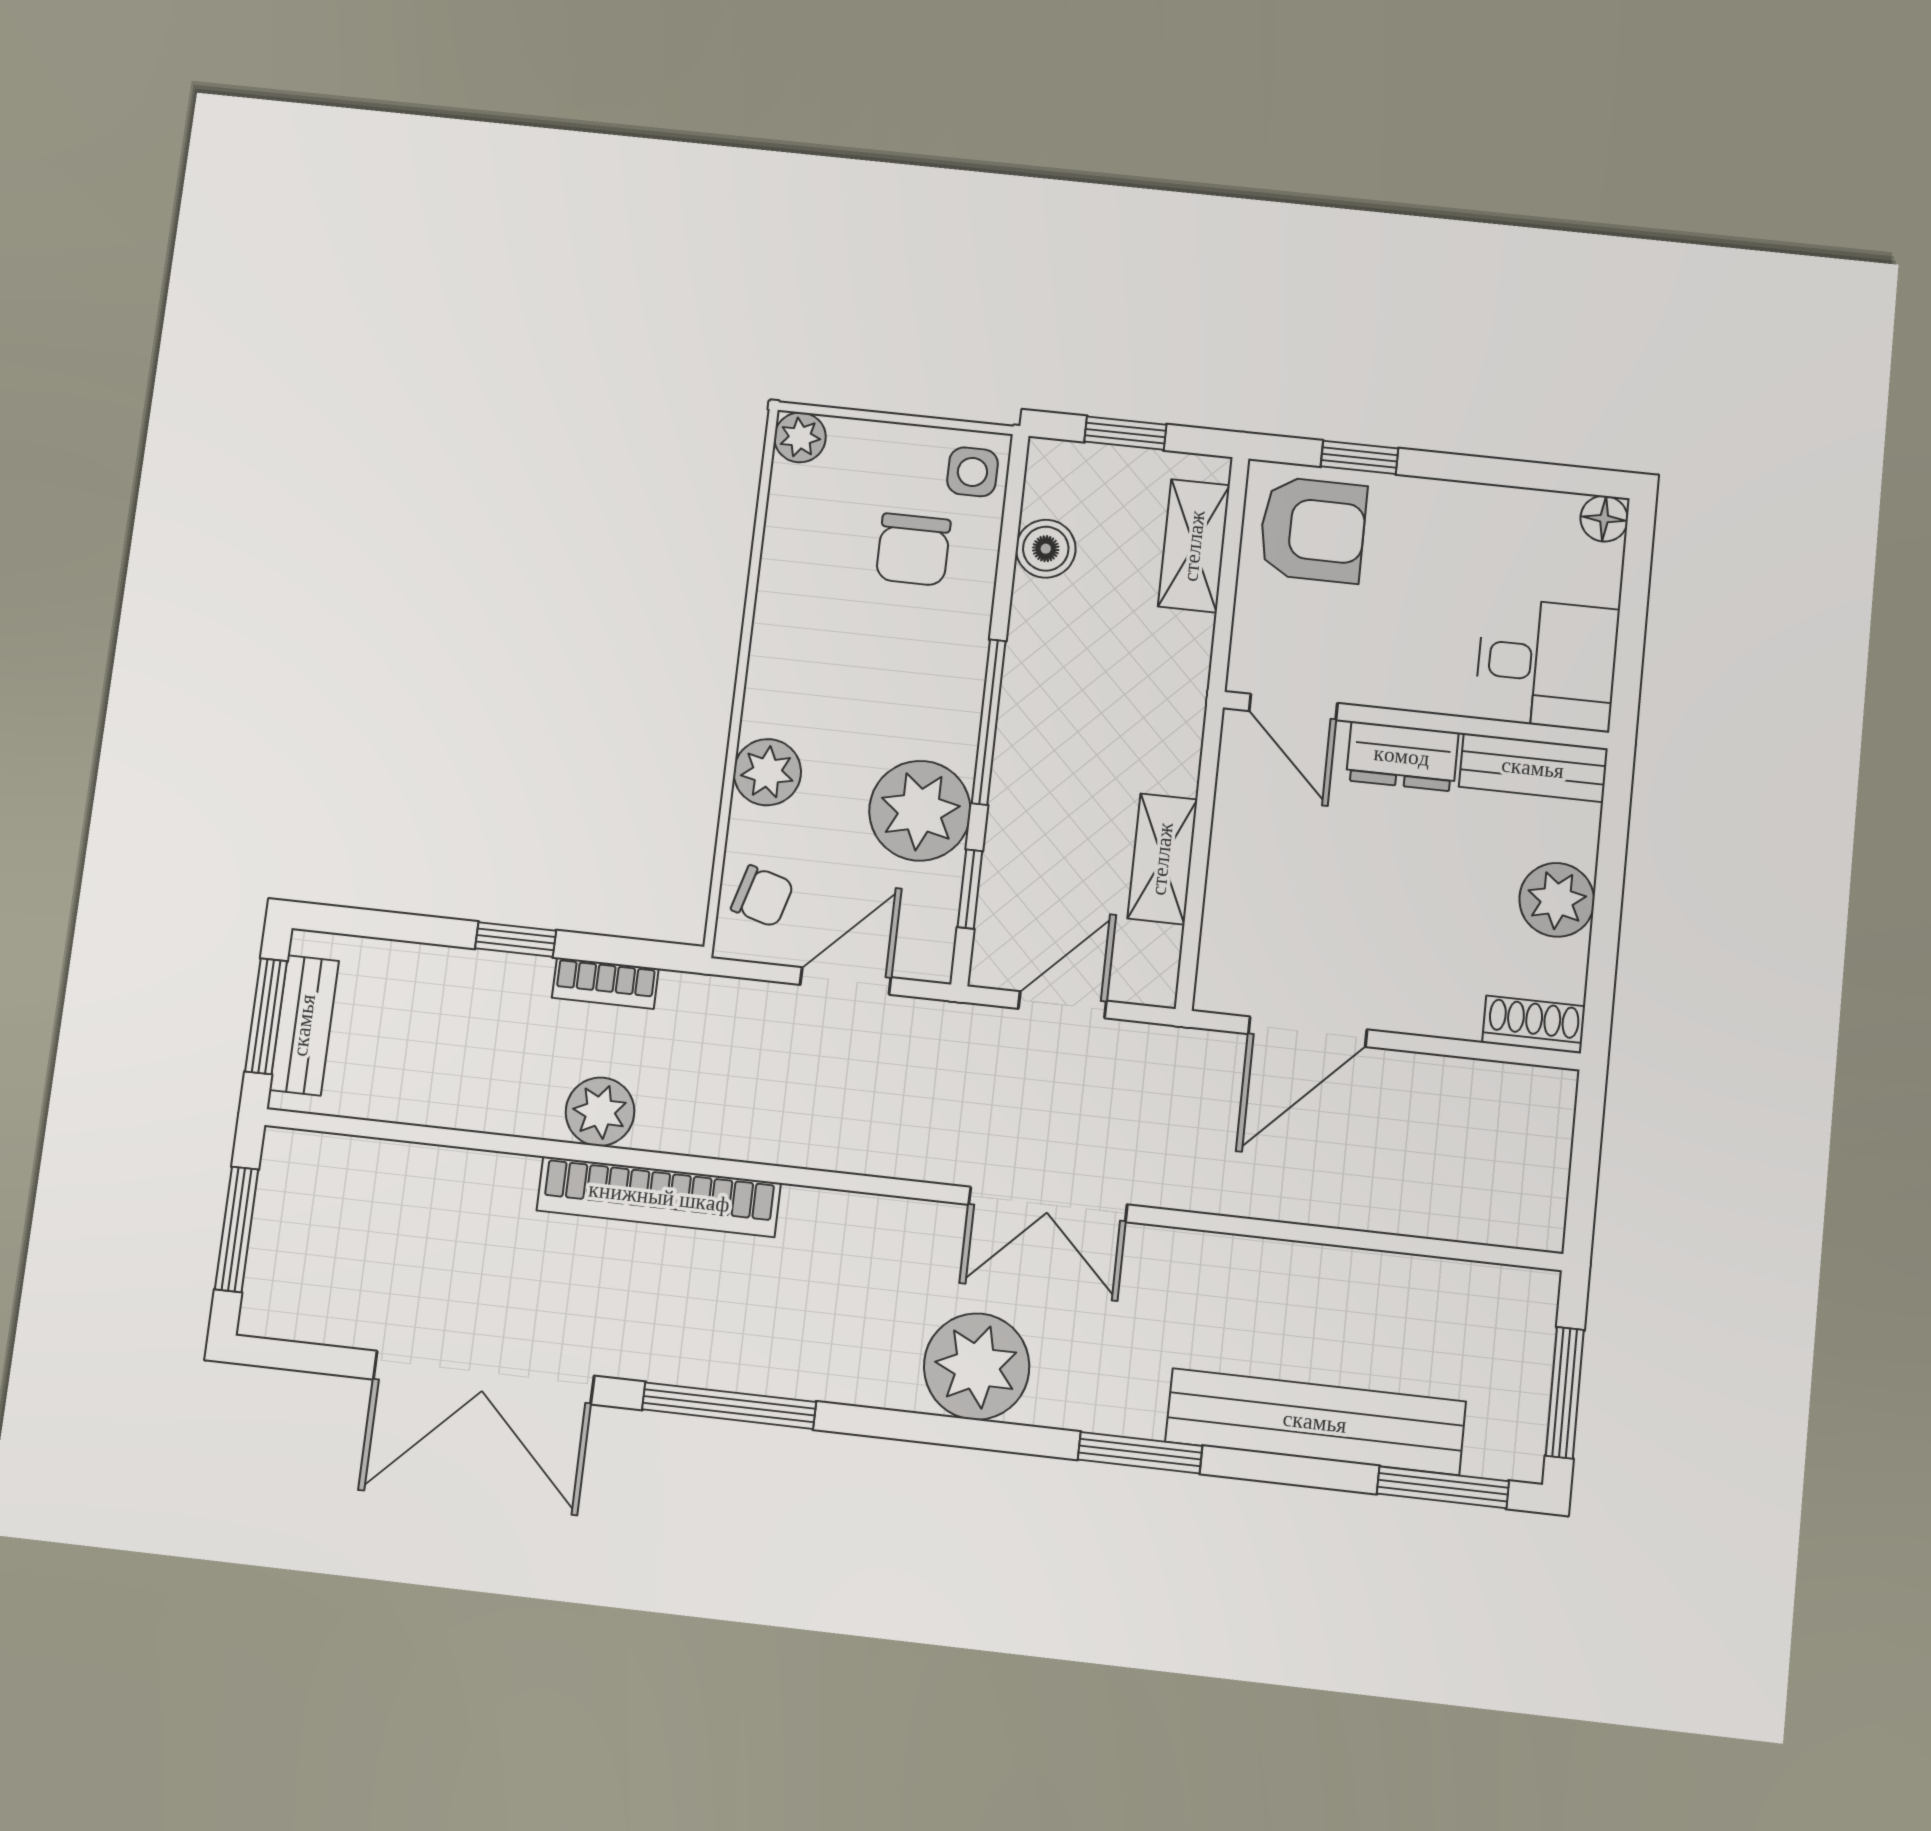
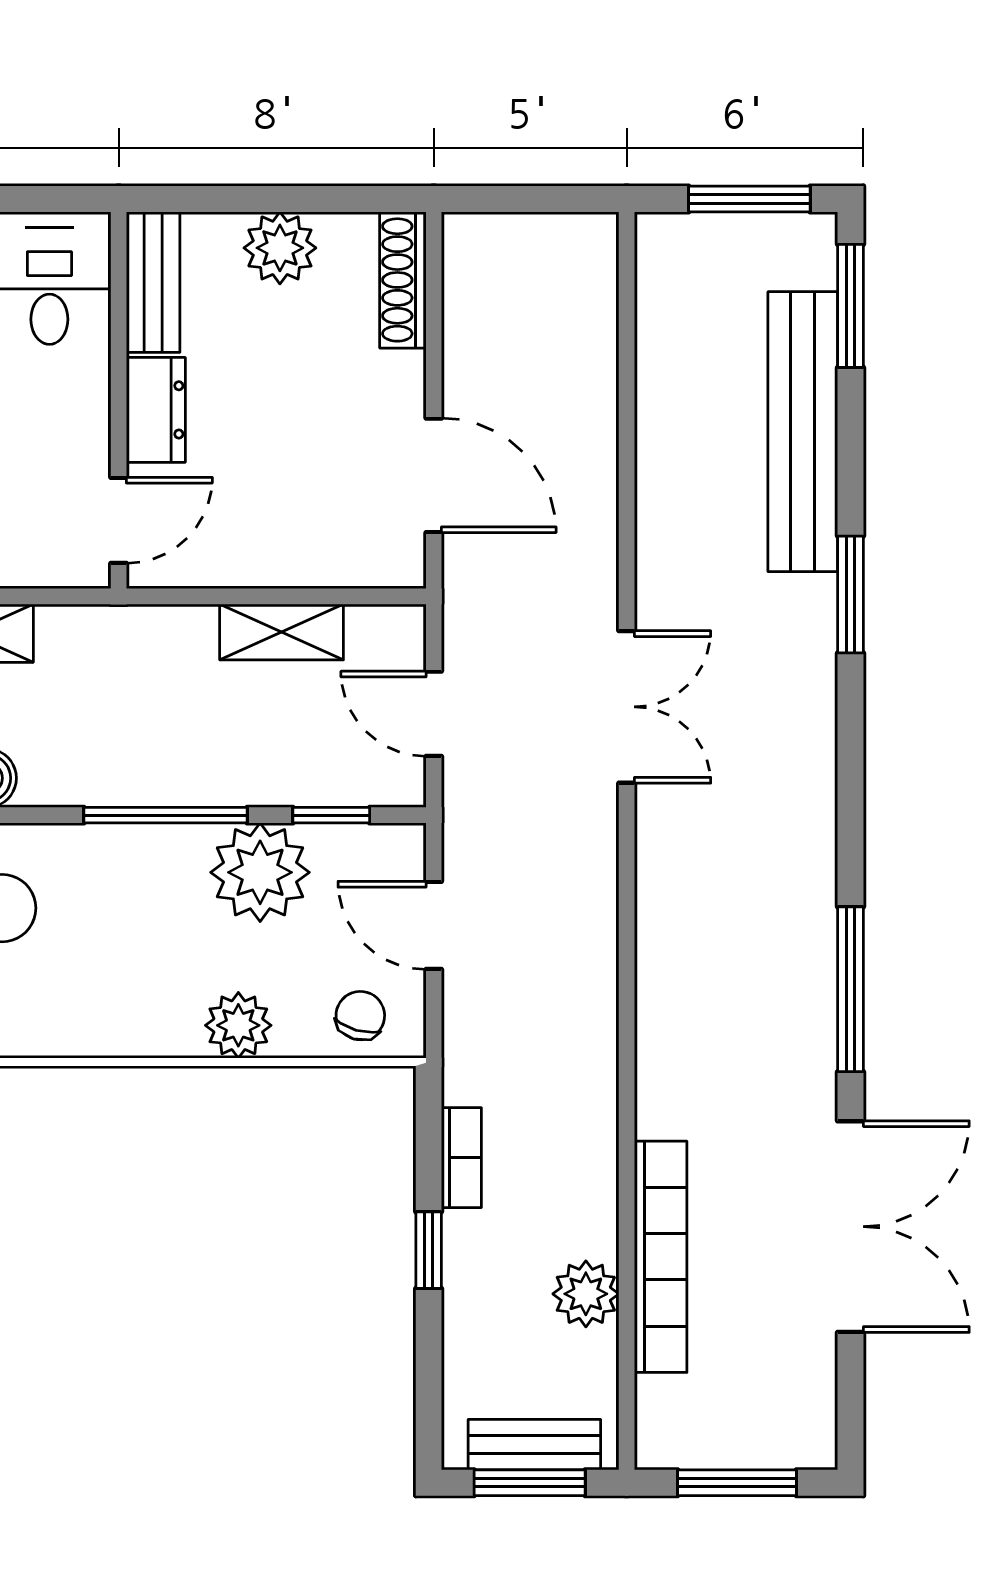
shoe rack: (1534, 1024) -> (403, 280), width x1.43
plant: (600, 1112) -> (586, 1294), moved
bookcase: (659, 1197) -> (661, 1257), moved
plant: (977, 1366) -> (787, 758), removed

